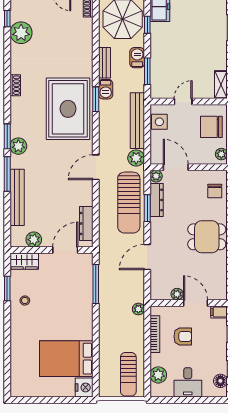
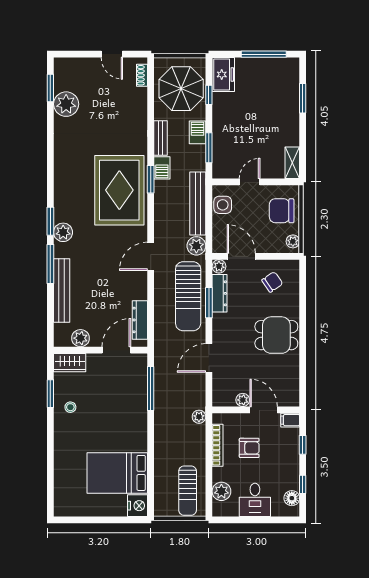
window: (7, 19) -> (50, 88), width x1.50
shoe rack: (15, 85) -> (60, 163), removed
chair: (215, 191) -> (272, 282), moved, turned -124

